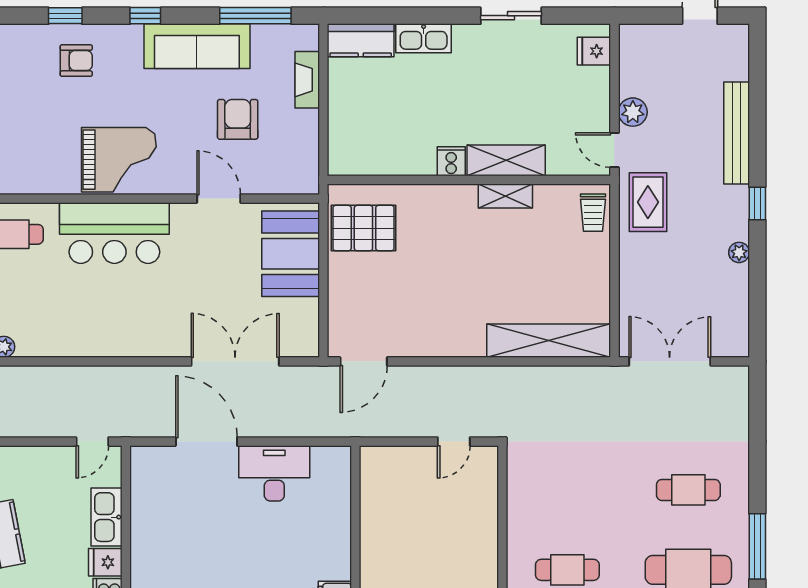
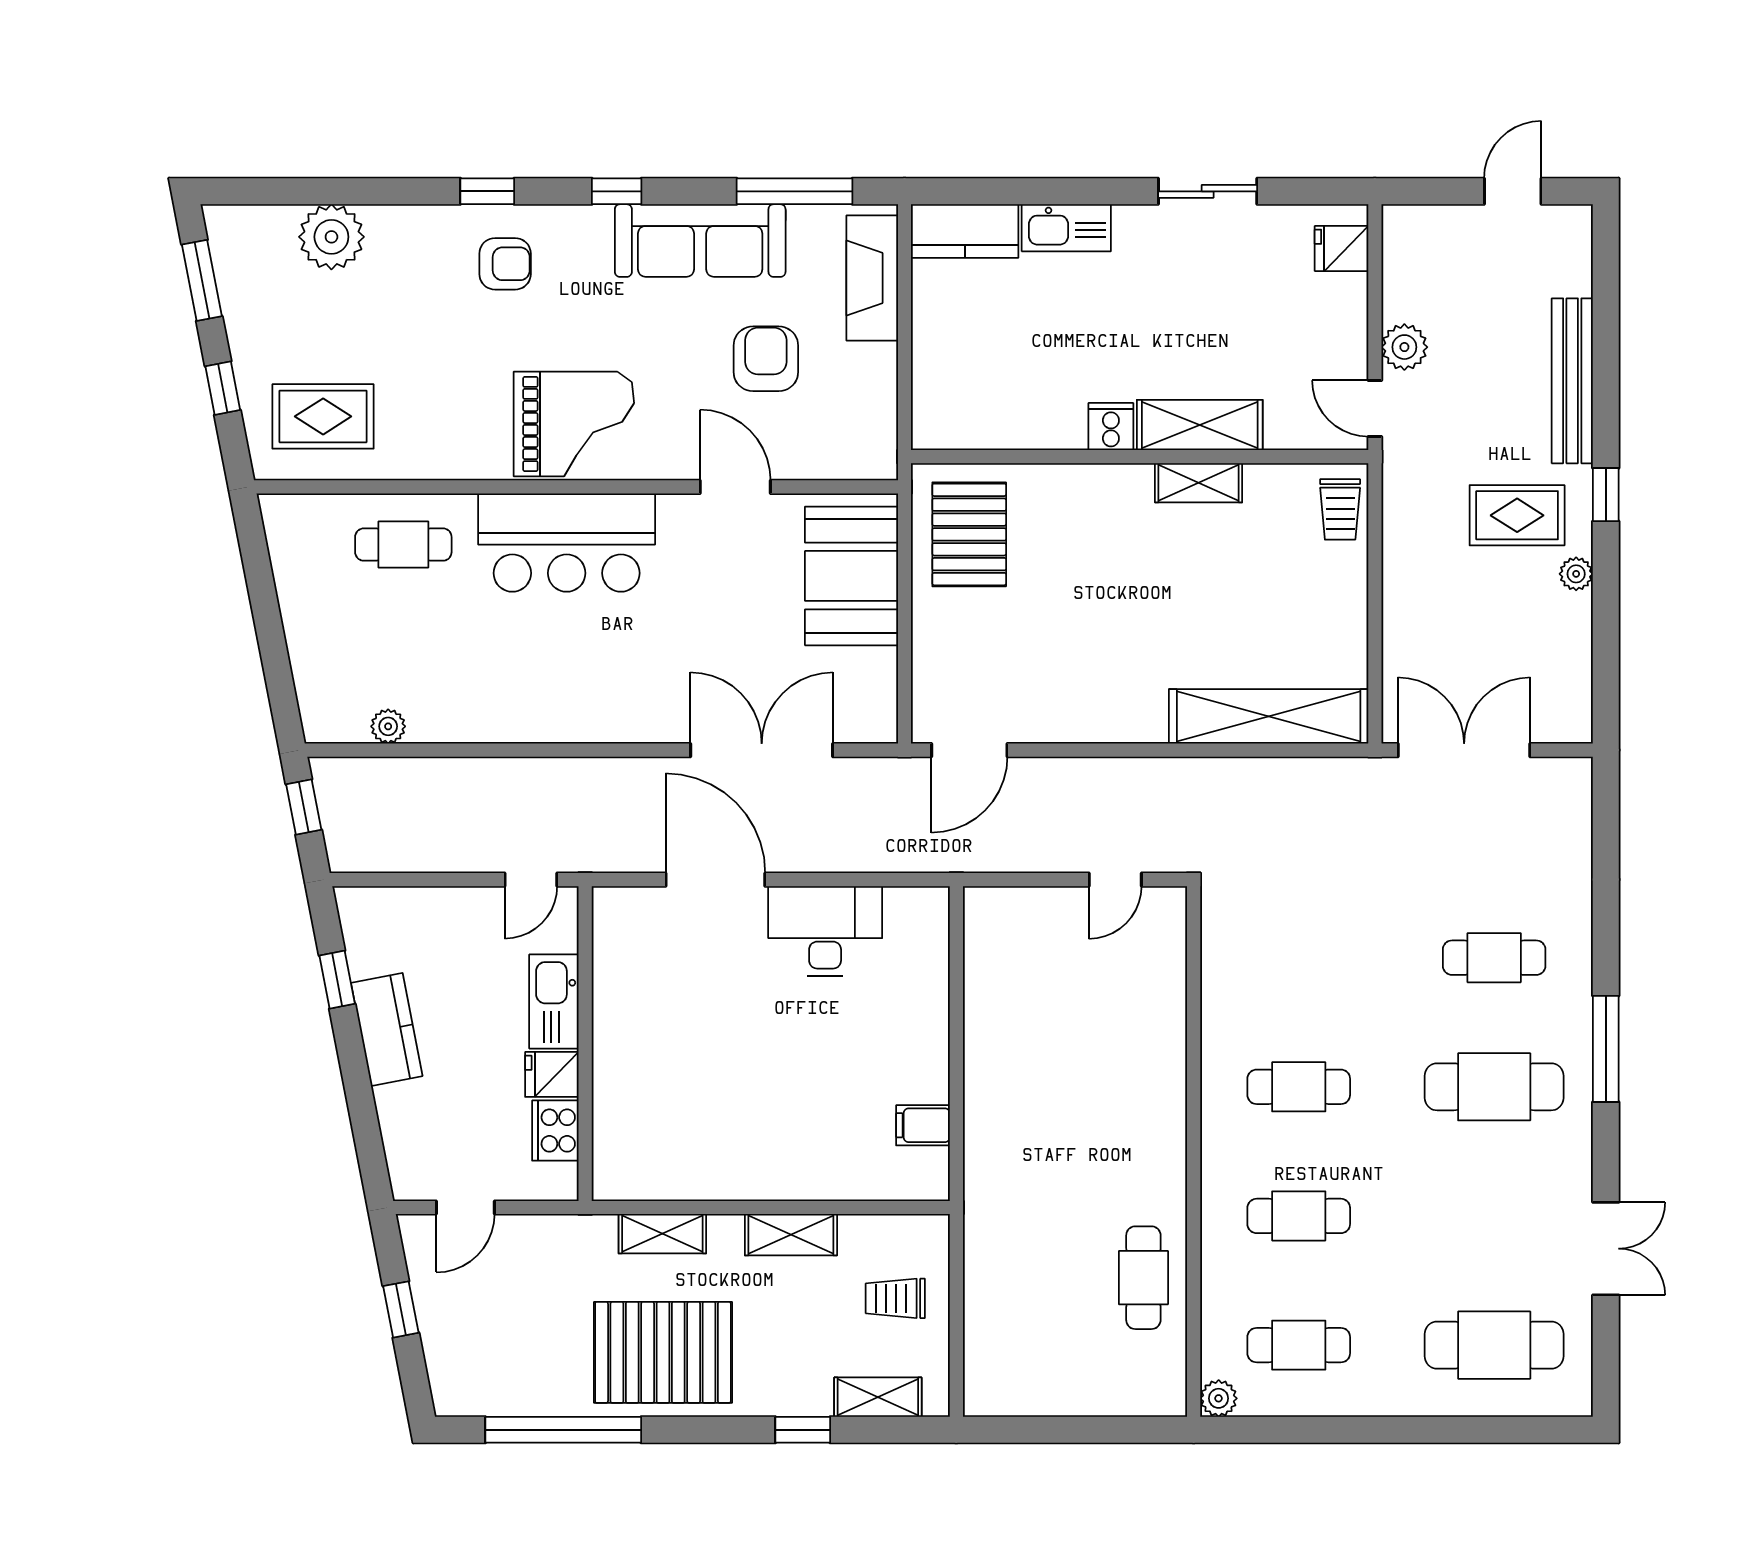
fireplace: (307, 80) -> (872, 278), width x1.37, depth x1.32
rug: (648, 202) -> (1517, 515), moved, turned 90
pallet: (363, 228) -> (969, 534), turned 90

